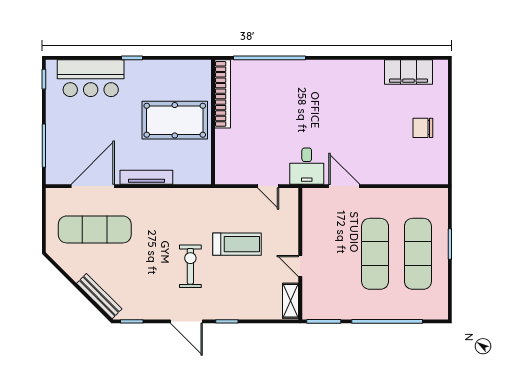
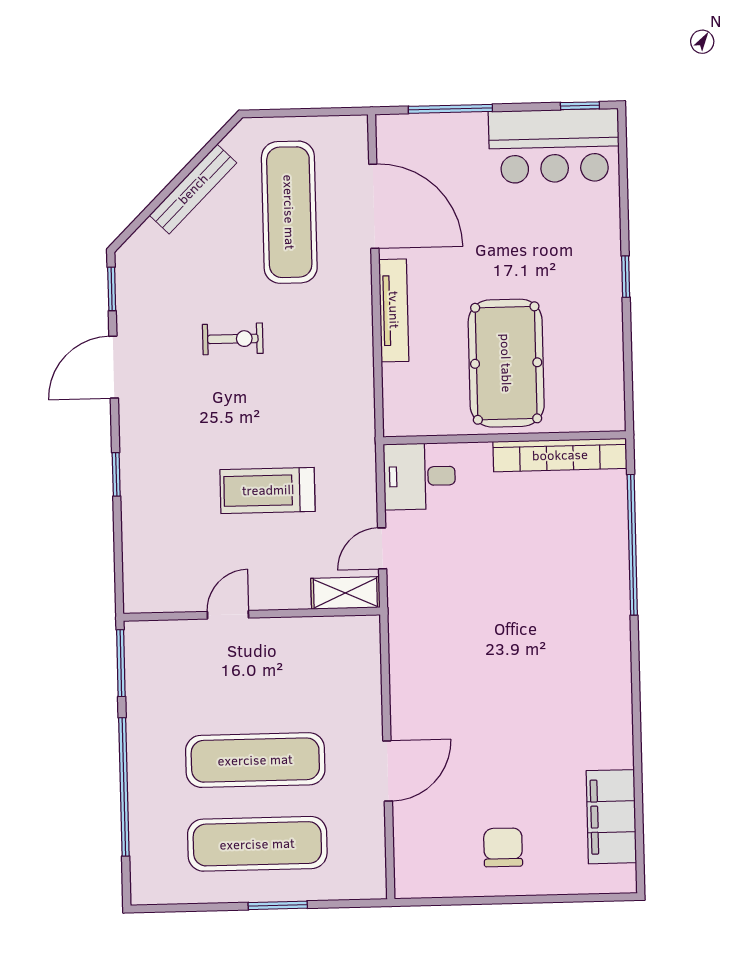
bar counter: (91, 78) -> (554, 146), moved, turned -90
desk: (307, 166) -> (419, 476), moved
door: (344, 186) -> (388, 771), moved
treadmill: (237, 244) -> (268, 490), turned 90
exercise bike: (190, 266) -> (233, 339), moved, width x0.73, depth x0.72
bench: (99, 296) -> (193, 189), moved
shelving: (291, 301) -> (345, 593), moved
door: (186, 321) -> (114, 367), moved

